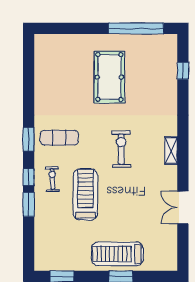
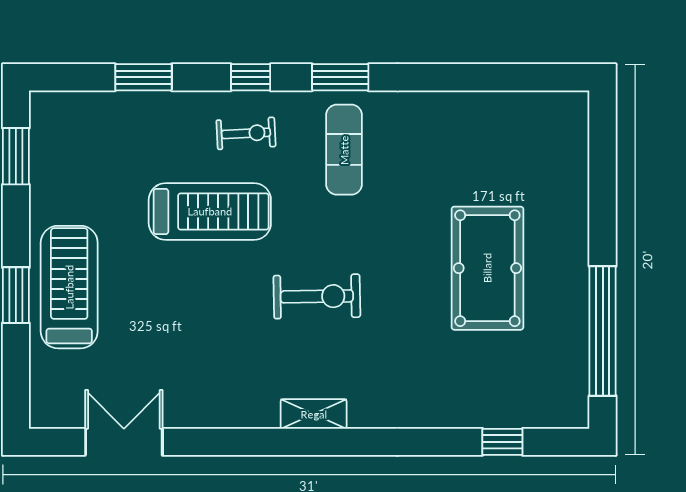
pool table: (109, 77) -> (487, 268), turned 90
window: (29, 204) -> (143, 77), moved
double door: (183, 207) -> (124, 442), moved

